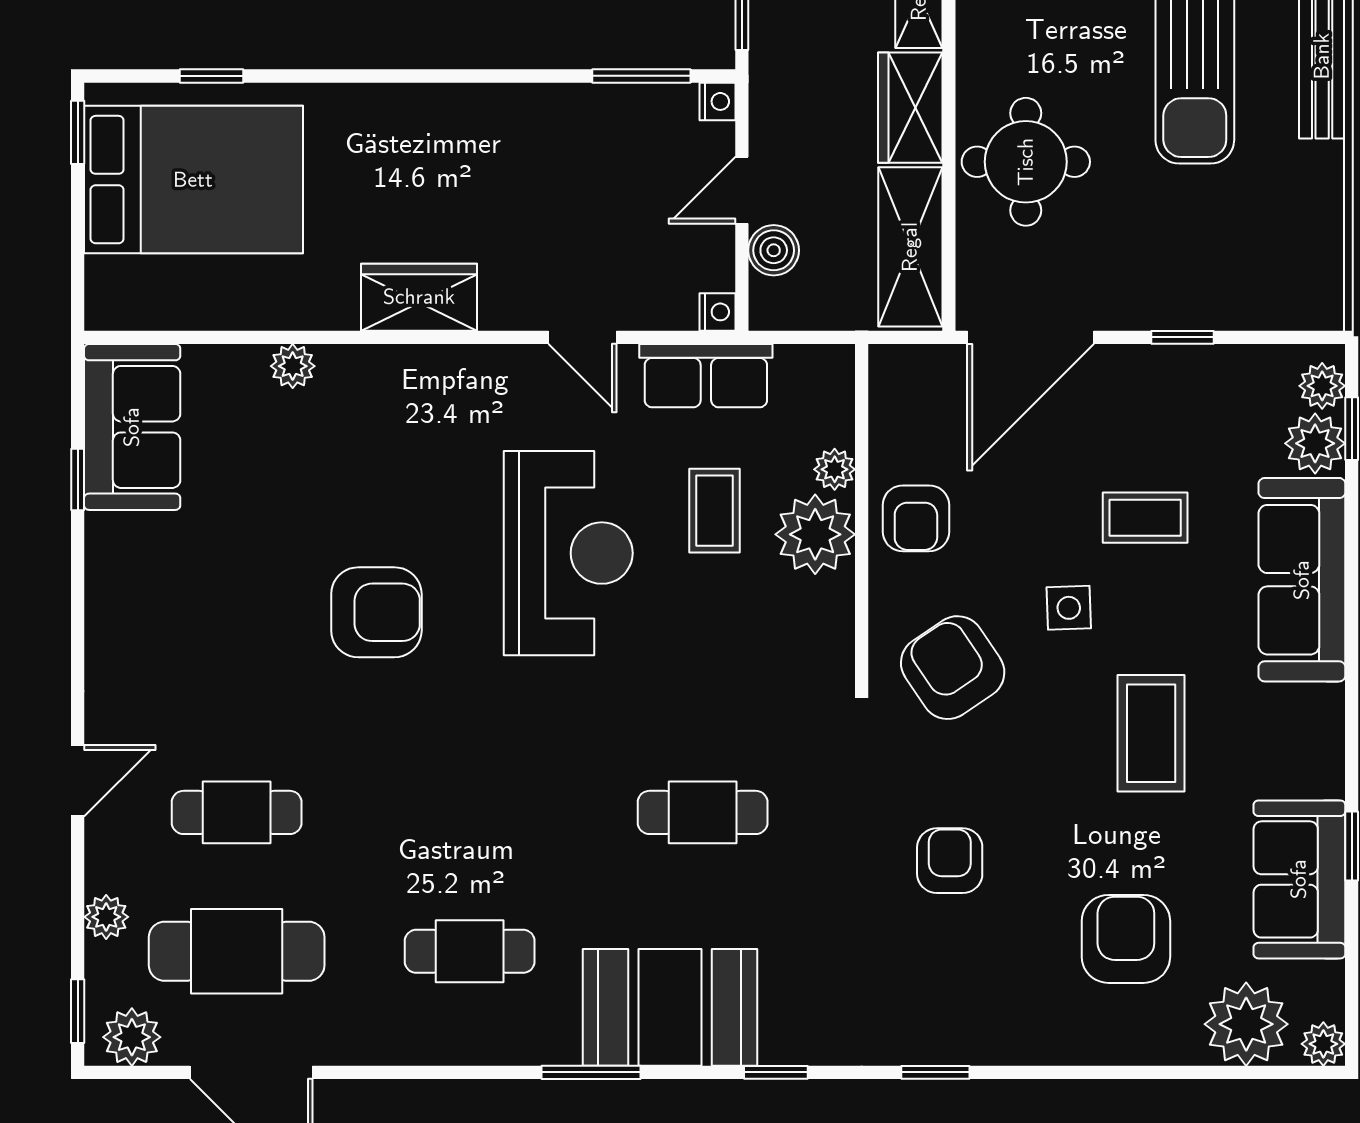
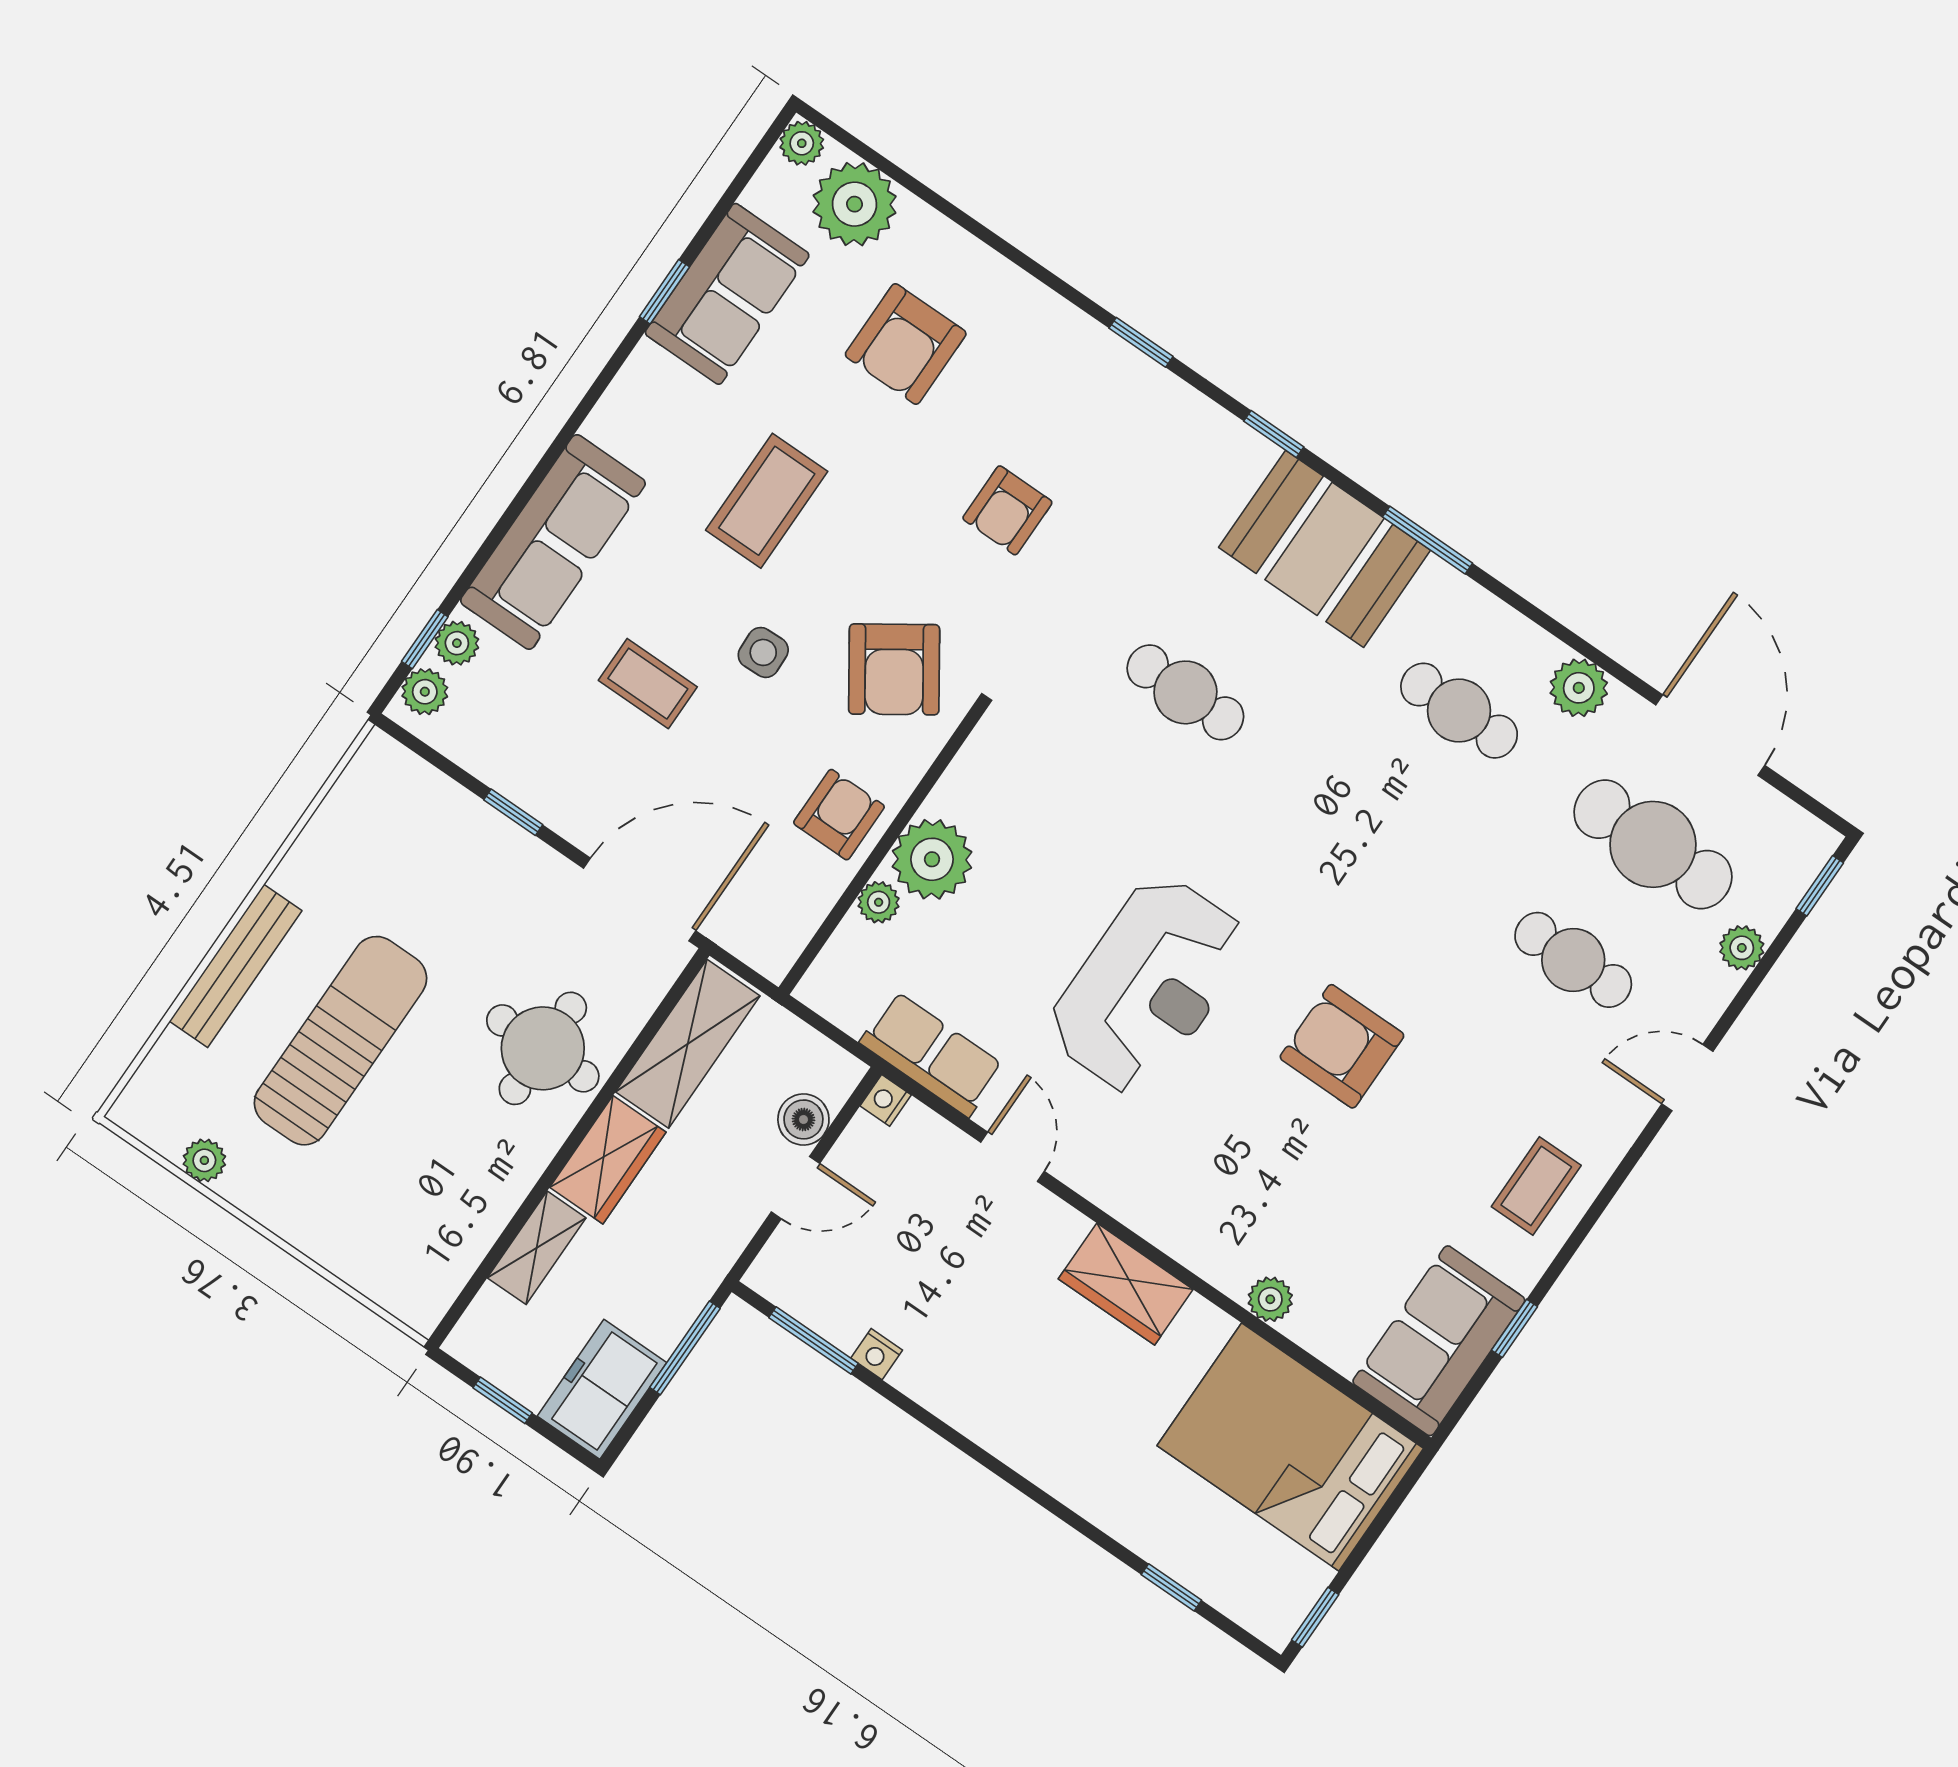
nightstand: (717, 101) -> (877, 1354), moved, turned -90
bed: (193, 180) -> (1290, 1447), moved
plant: (1315, 443) -> (457, 643), width x0.73, depth x0.73
coffee table: (715, 511) -> (1536, 1186), moved
reception desk: (568, 553) -> (1148, 985), turned 180
plant: (132, 1037) -> (1579, 688), moved

